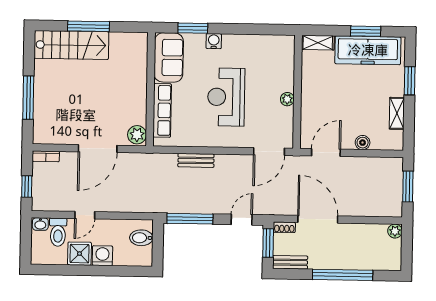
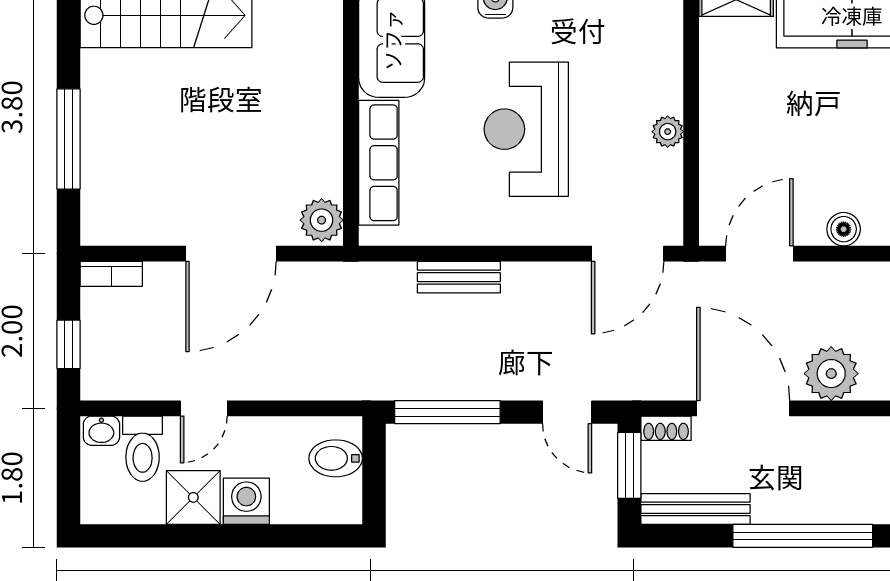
plant: (356, 205) -> (831, 374), added
door: (242, 220) -> (567, 412), swing flipped
bench: (290, 262) -> (695, 509), width x1.36

